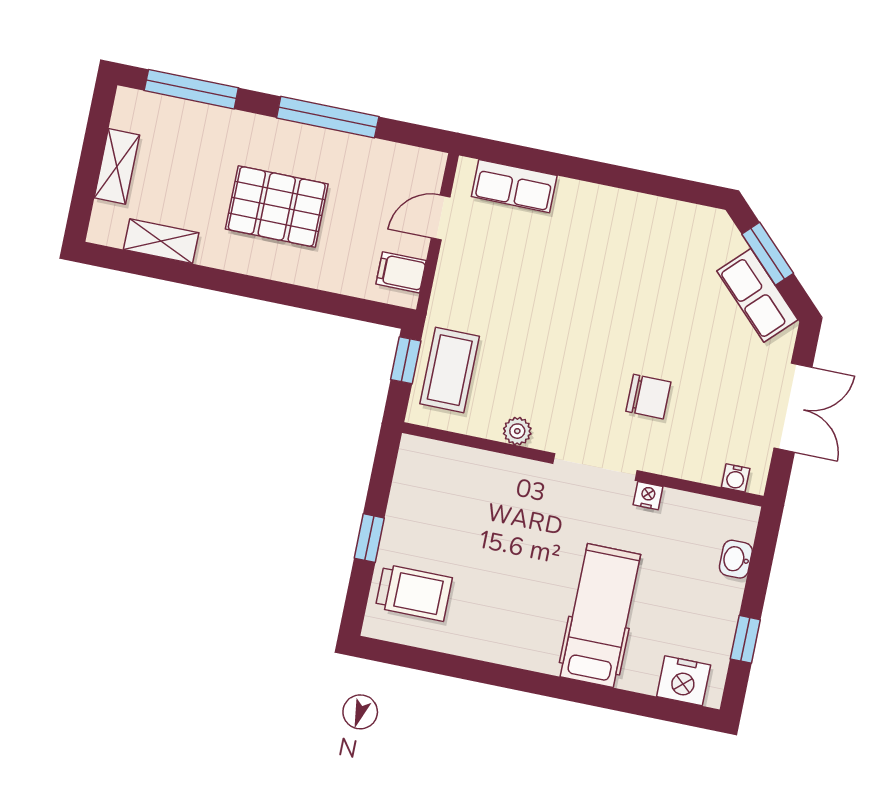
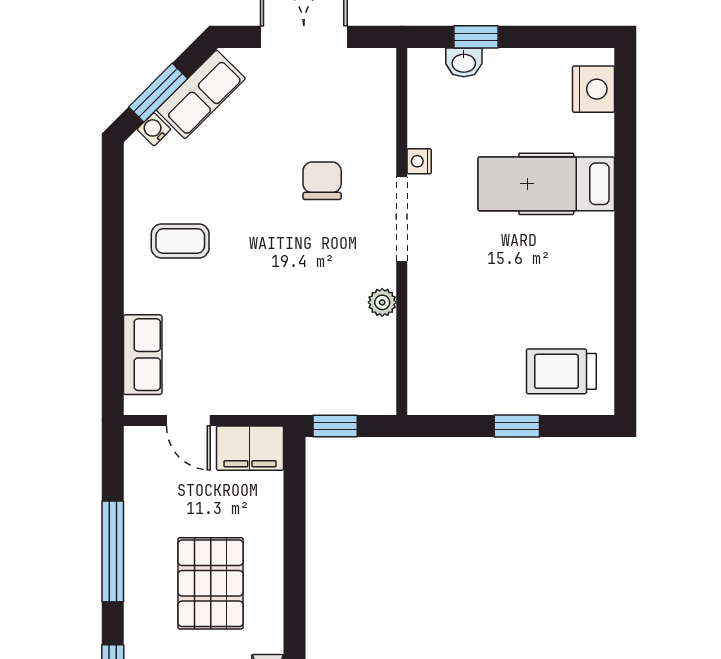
filing cabinet: (401, 272) -> (250, 448), width x2.00
coffee table: (450, 370) -> (180, 241), moved, width x0.73, depth x0.77
water cooler: (736, 478) -> (154, 129), moved, turned -135
trolley: (414, 593) -> (561, 371), turned -90
window: (745, 639) -> (476, 37), moved

